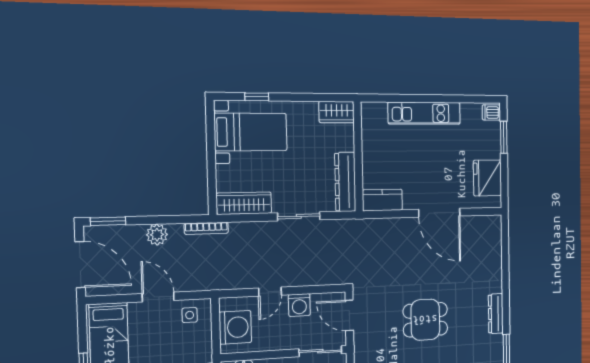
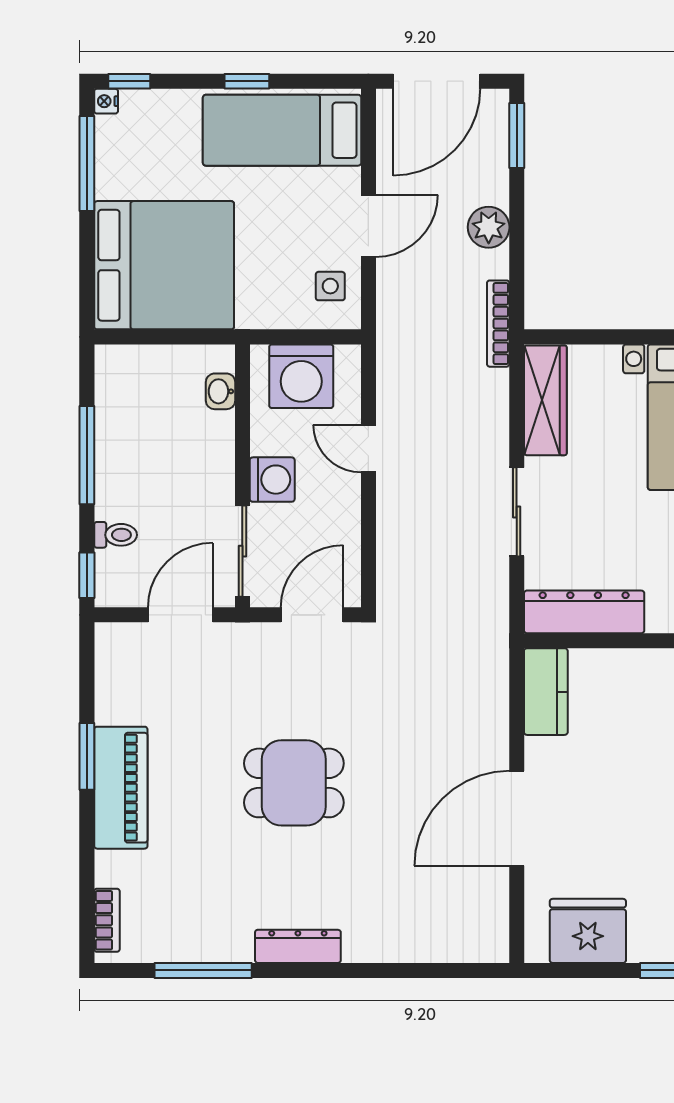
washing machine: (299, 305) -> (272, 480), moved, turned 180
dining table: (425, 320) -> (294, 783), turned 90

